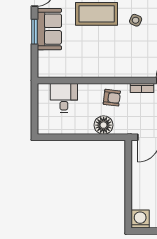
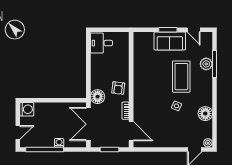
desk: (64, 98) -> (101, 43), moved, turned 180
floor lamp: (104, 125) -> (98, 97), moved

